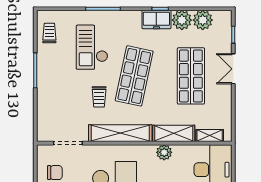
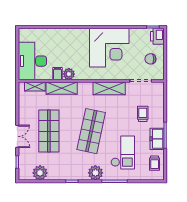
freezer: (156, 20) -> (157, 139), moved, turned -90
plant: (182, 20) -> (95, 173), moved
trolley: (99, 97) -> (143, 114), moved
shelving: (120, 133) -> (109, 88), width x0.68
filing cabinet: (179, 153) -> (57, 74), added

